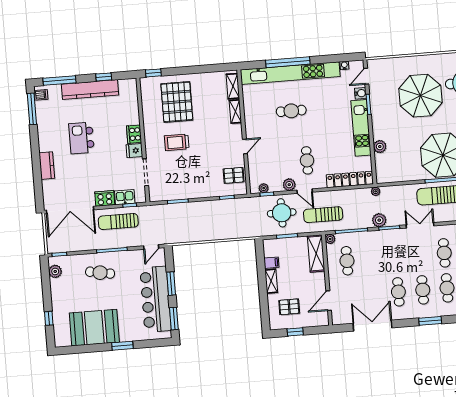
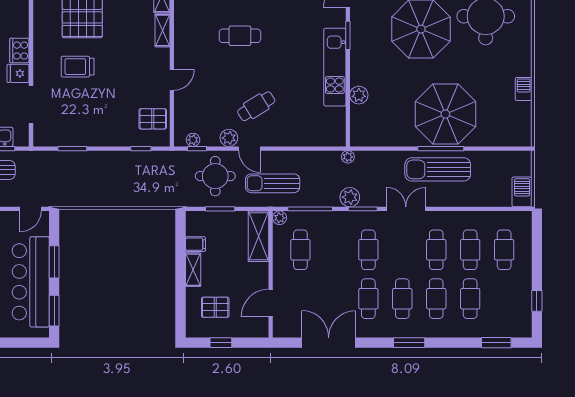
water cooler: (361, 93) -> (338, 19), removed
cafe table: (307, 160) -> (256, 106), turned 58
locker: (350, 179) -> (313, 137), removed
cafe table: (396, 257) -> (368, 250), added

